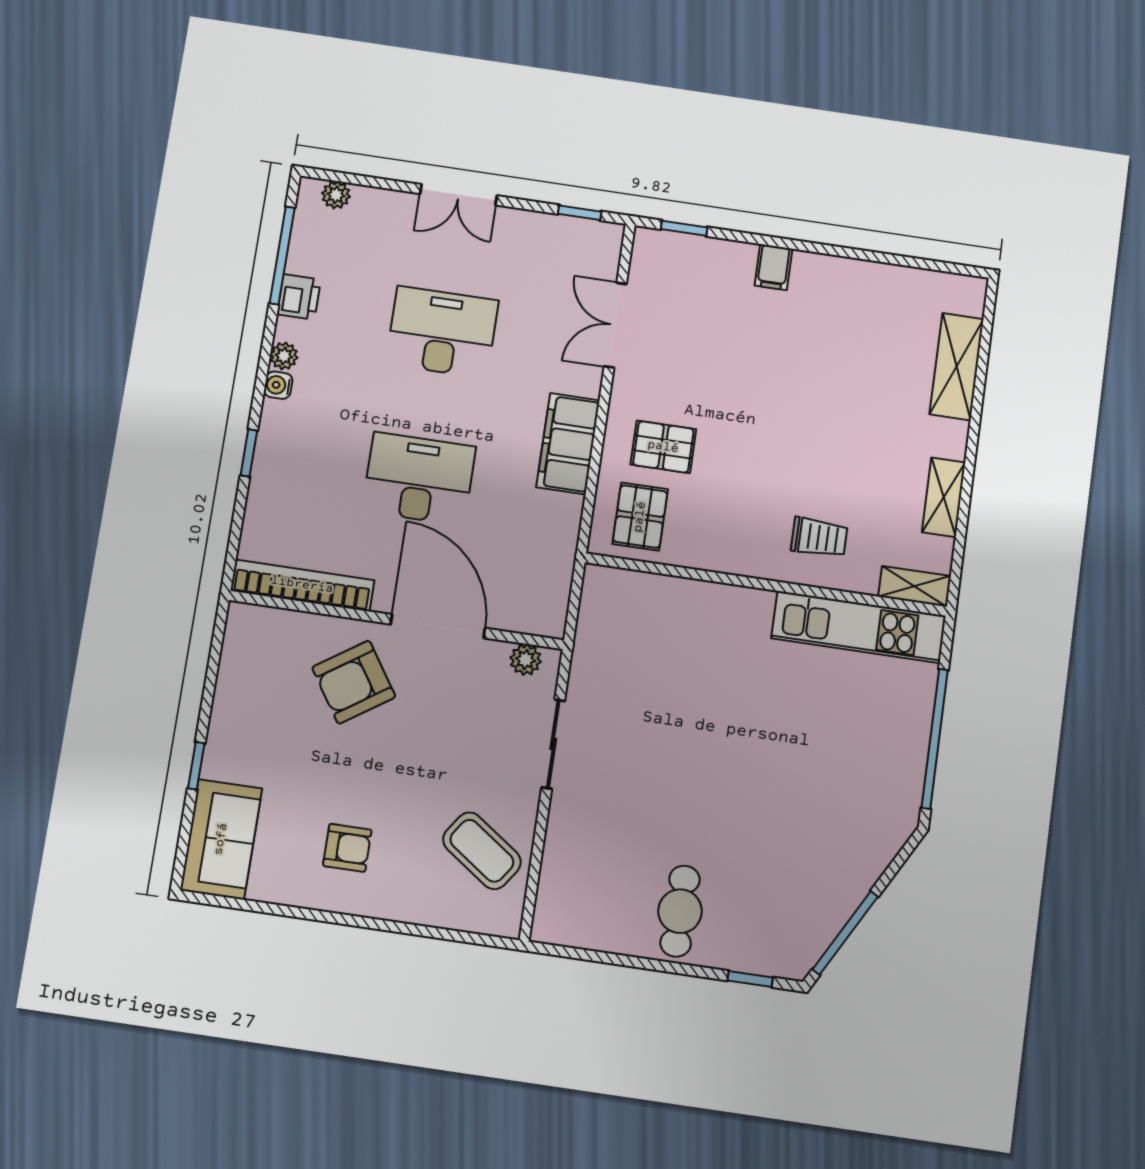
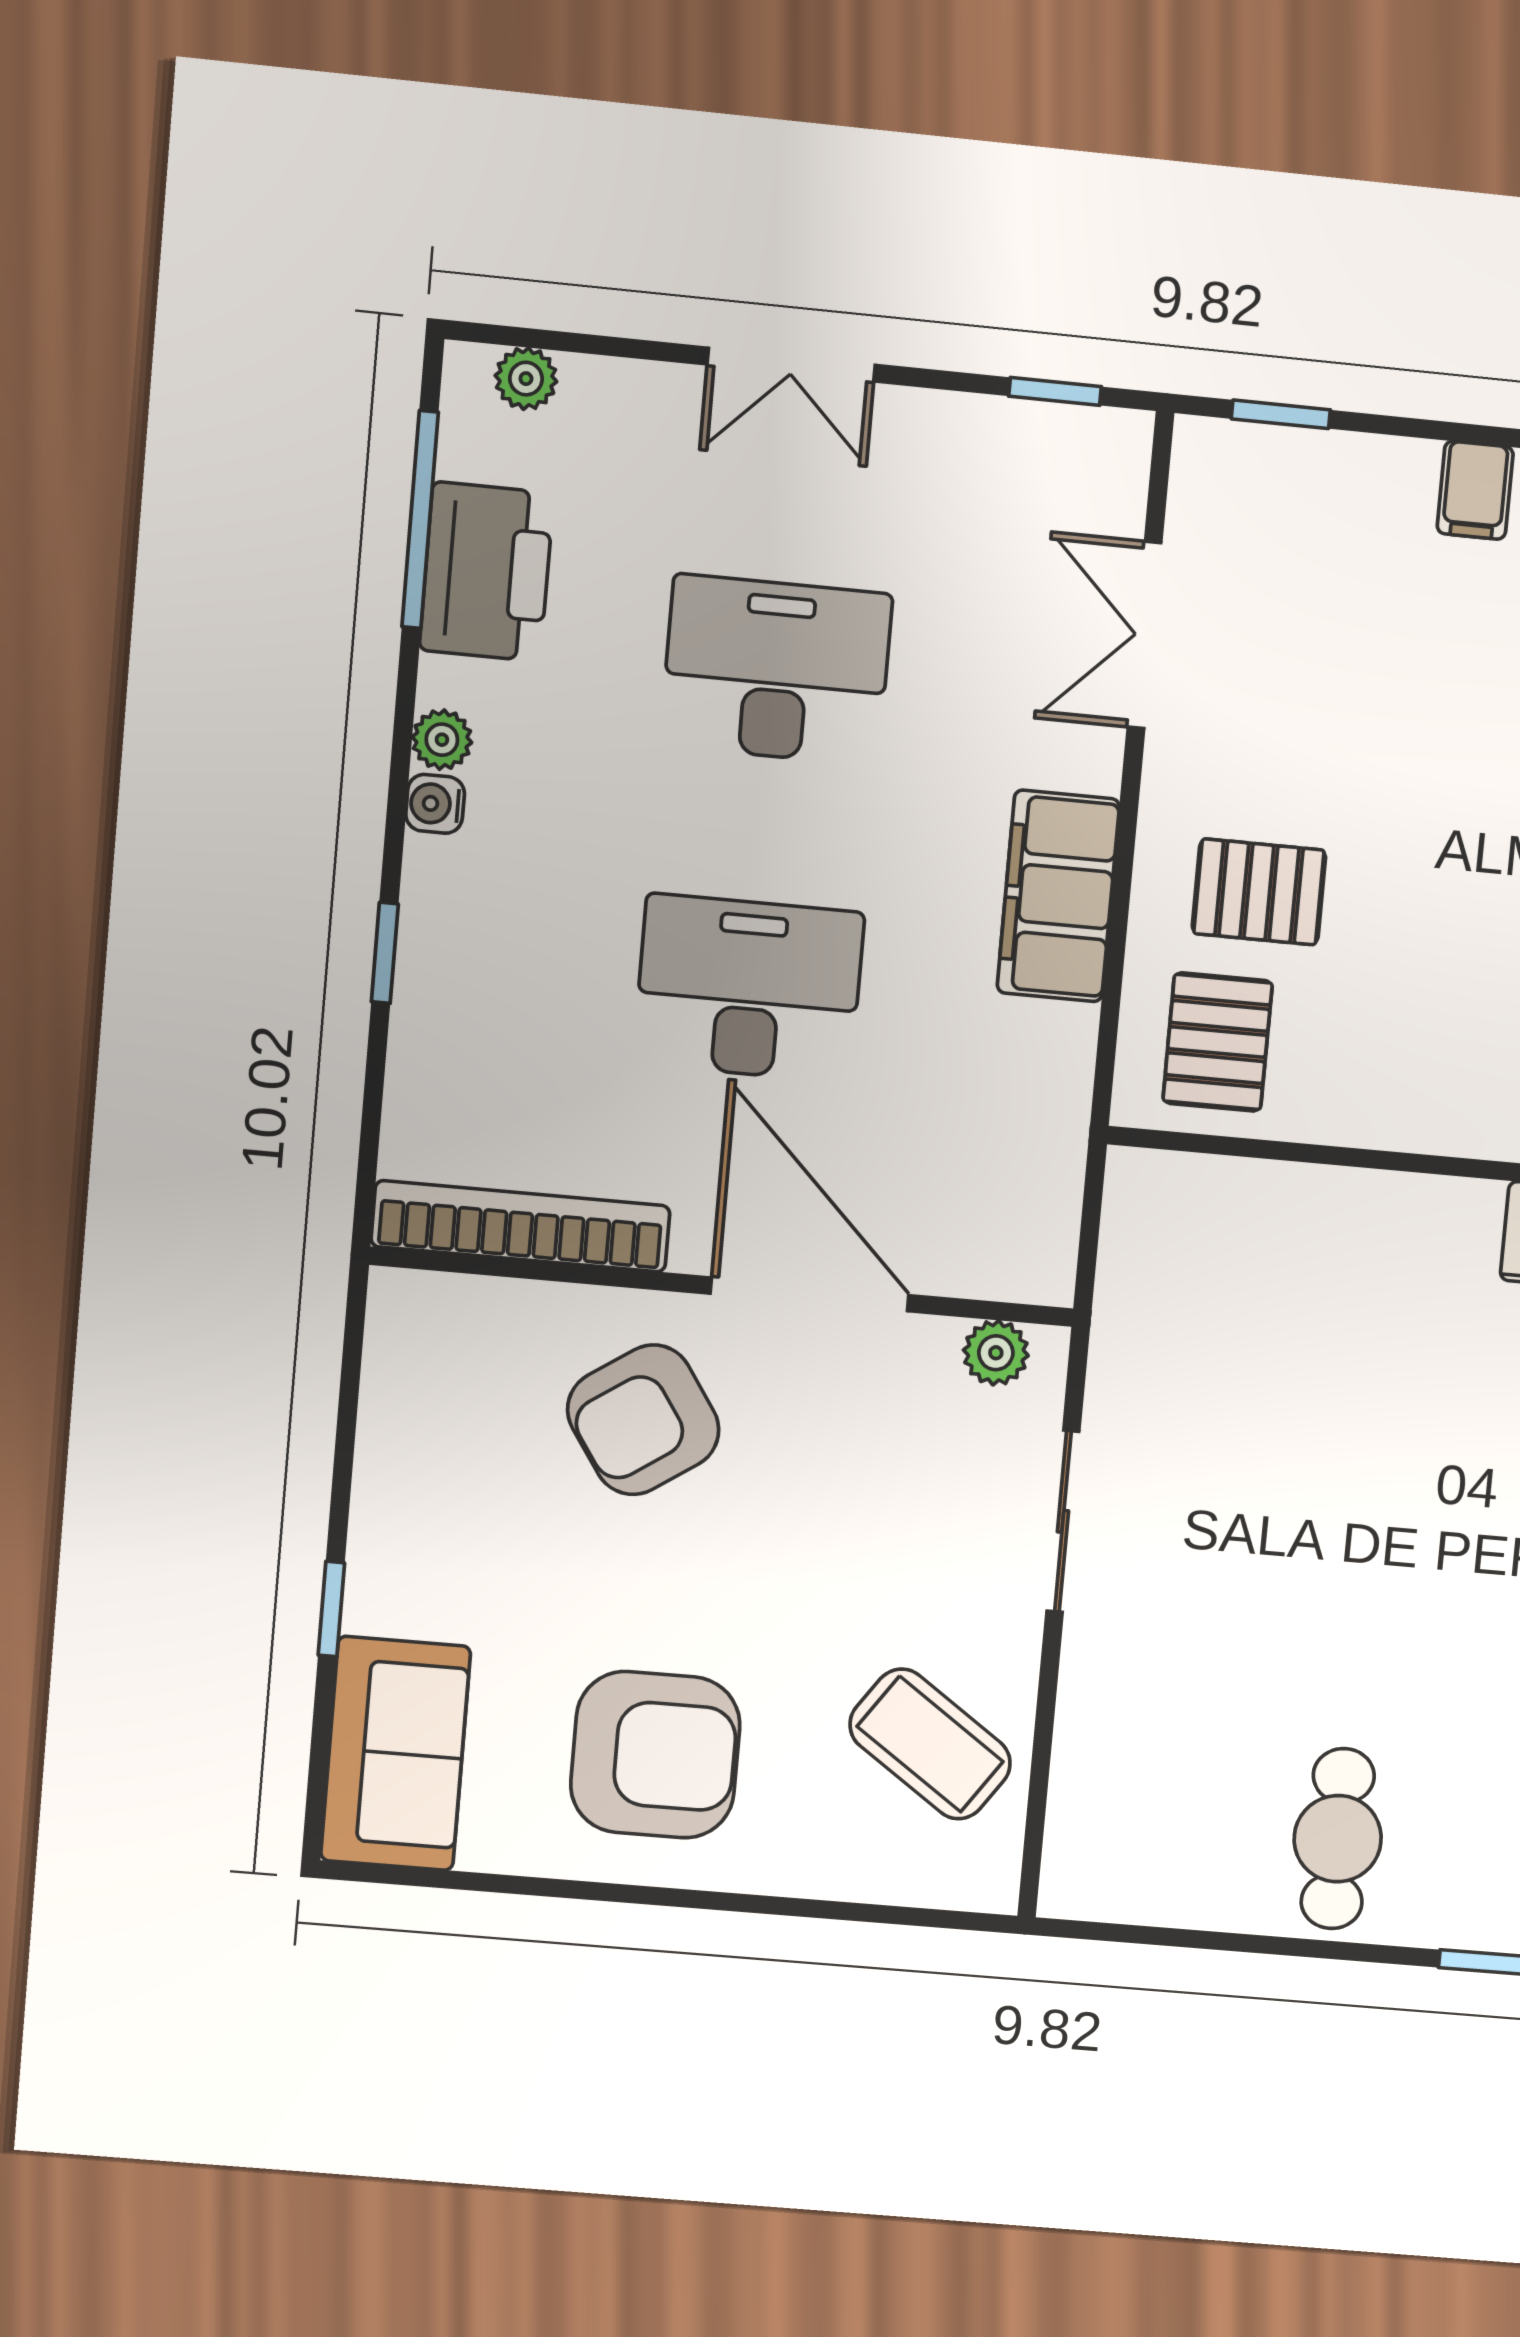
printer: (299, 297) -> (487, 572), width x1.87, depth x1.48
armchair: (347, 848) -> (655, 1755), width x1.88, depth x1.88

